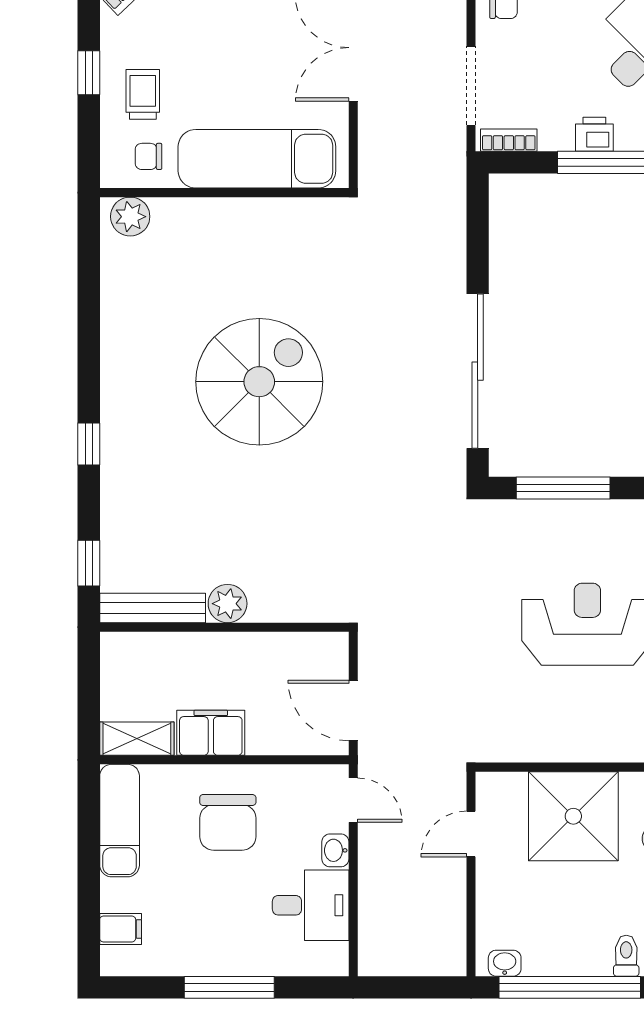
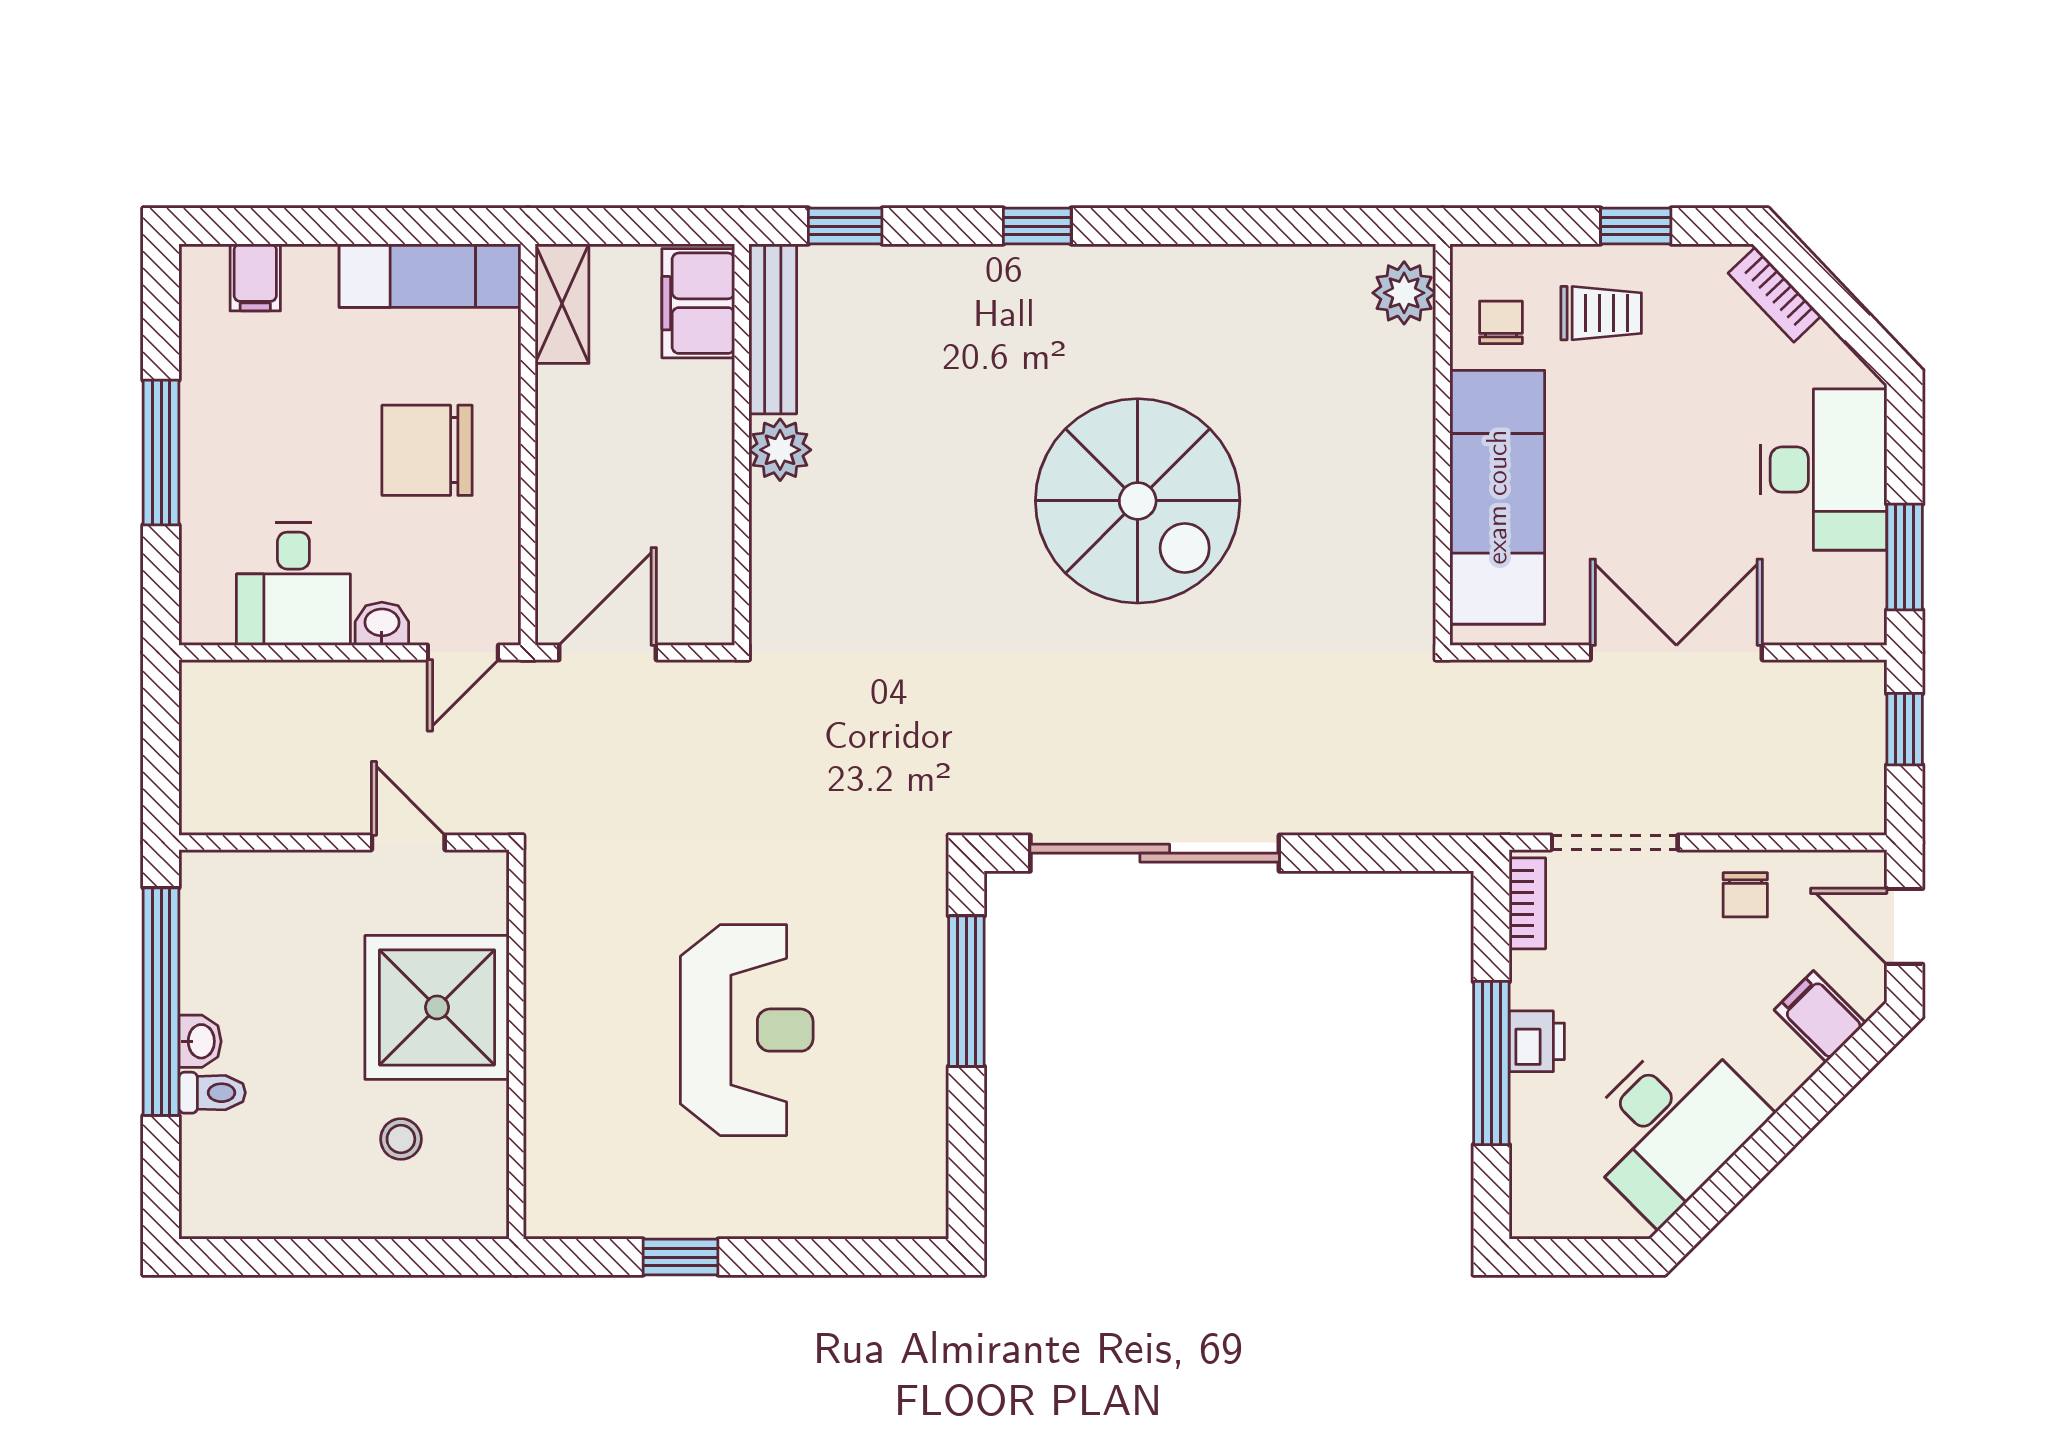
filing cabinet: (211, 733) -> (698, 303), moved, turned 180
washbasin: (505, 963) -> (200, 1041), moved

